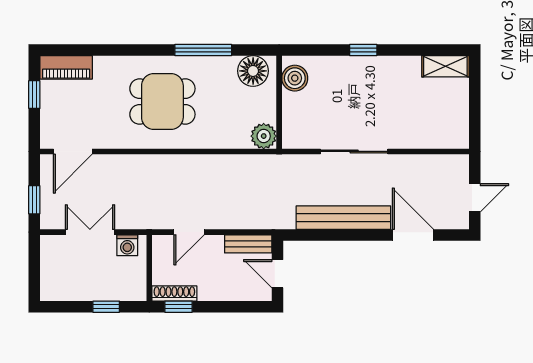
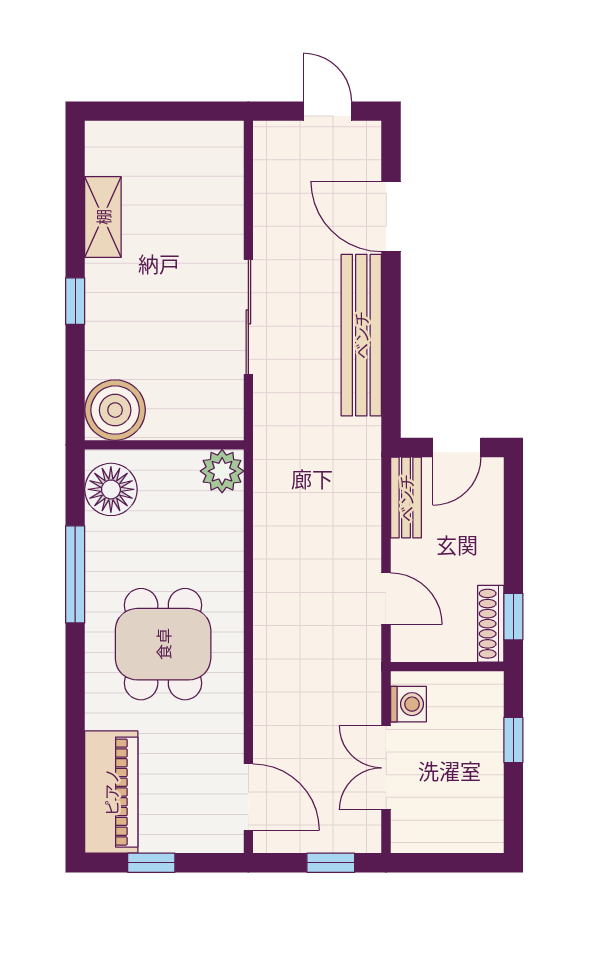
shelving: (445, 66) -> (103, 217), moved
piano: (66, 67) -> (111, 792), width x1.37, depth x1.33
boiler: (295, 78) -> (115, 410), width x1.37, depth x1.37
door: (413, 235) -> (391, 216), hinge flipped

